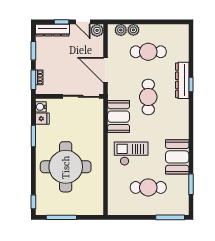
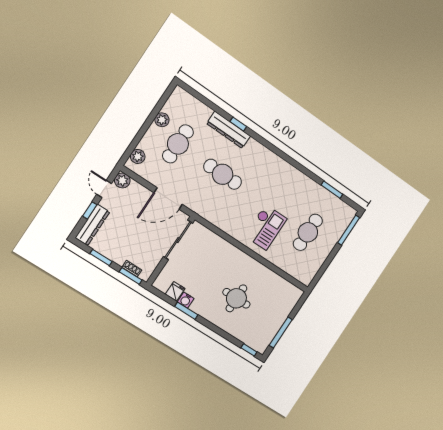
door: (83, 22) -> (104, 189), swing flipped
plant: (133, 30) -> (162, 120), moved
water cooler: (41, 107) -> (186, 300), moved
booth: (119, 117) -> (222, 216), removed
checkout: (131, 154) -> (266, 227), turned 180
booth: (177, 157) -> (298, 185), removed
round table: (66, 167) -> (236, 298), width x0.54, depth x0.54

